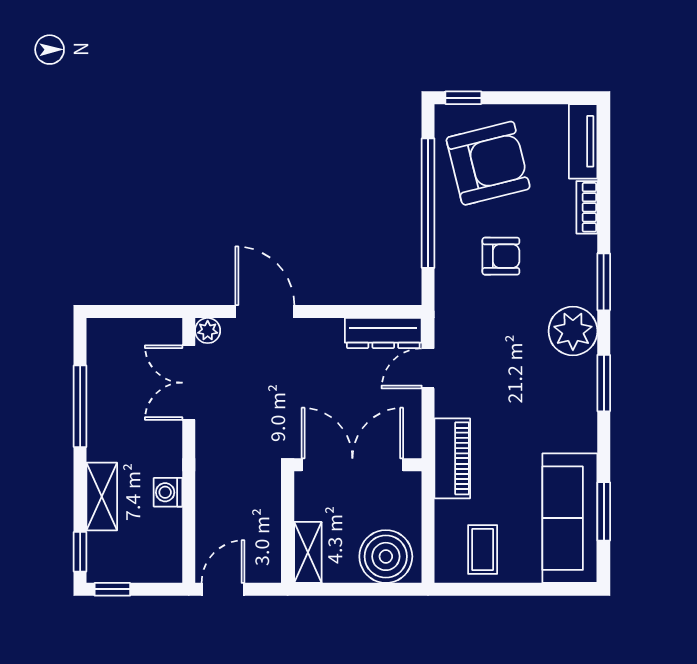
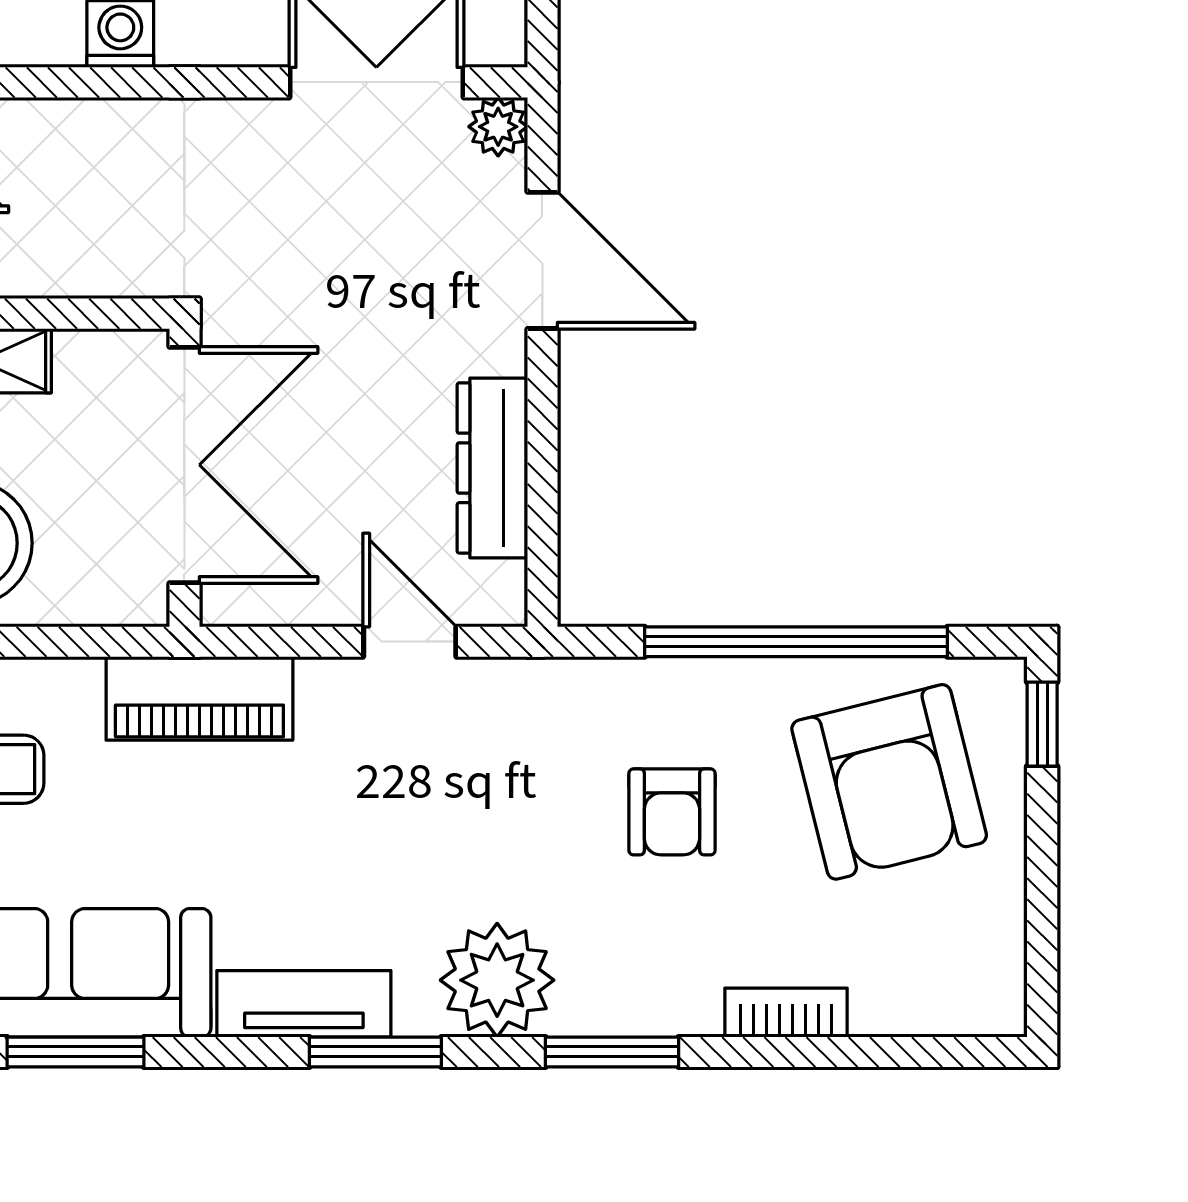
tv unit: (583, 141) -> (304, 1004), moved
door: (265, 312) -> (542, 260), hinge flipped
dresser: (383, 333) -> (492, 468), moved

